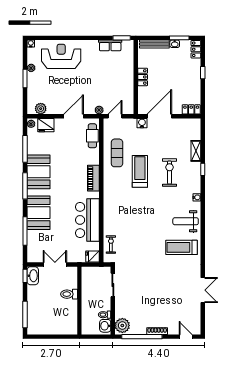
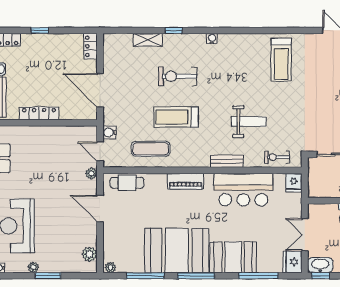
locker: (143, 77) -> (39, 113), width x1.53
water cooler: (142, 123) -> (110, 132), moved
fridge: (46, 125) -> (293, 262), moved, turned 180
booth: (39, 172) -> (177, 250), width x1.36, depth x1.42
bench: (108, 208) -> (227, 161), added
weight bench: (186, 221) -> (249, 122), moved, turned -90

